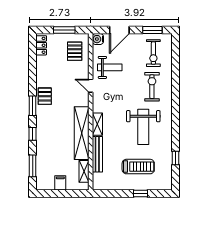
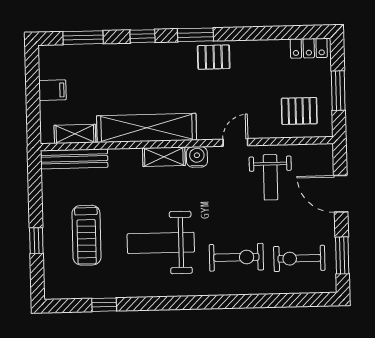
water cooler: (98, 39) -> (197, 157), moved
bench: (97, 154) -> (74, 159), moved

